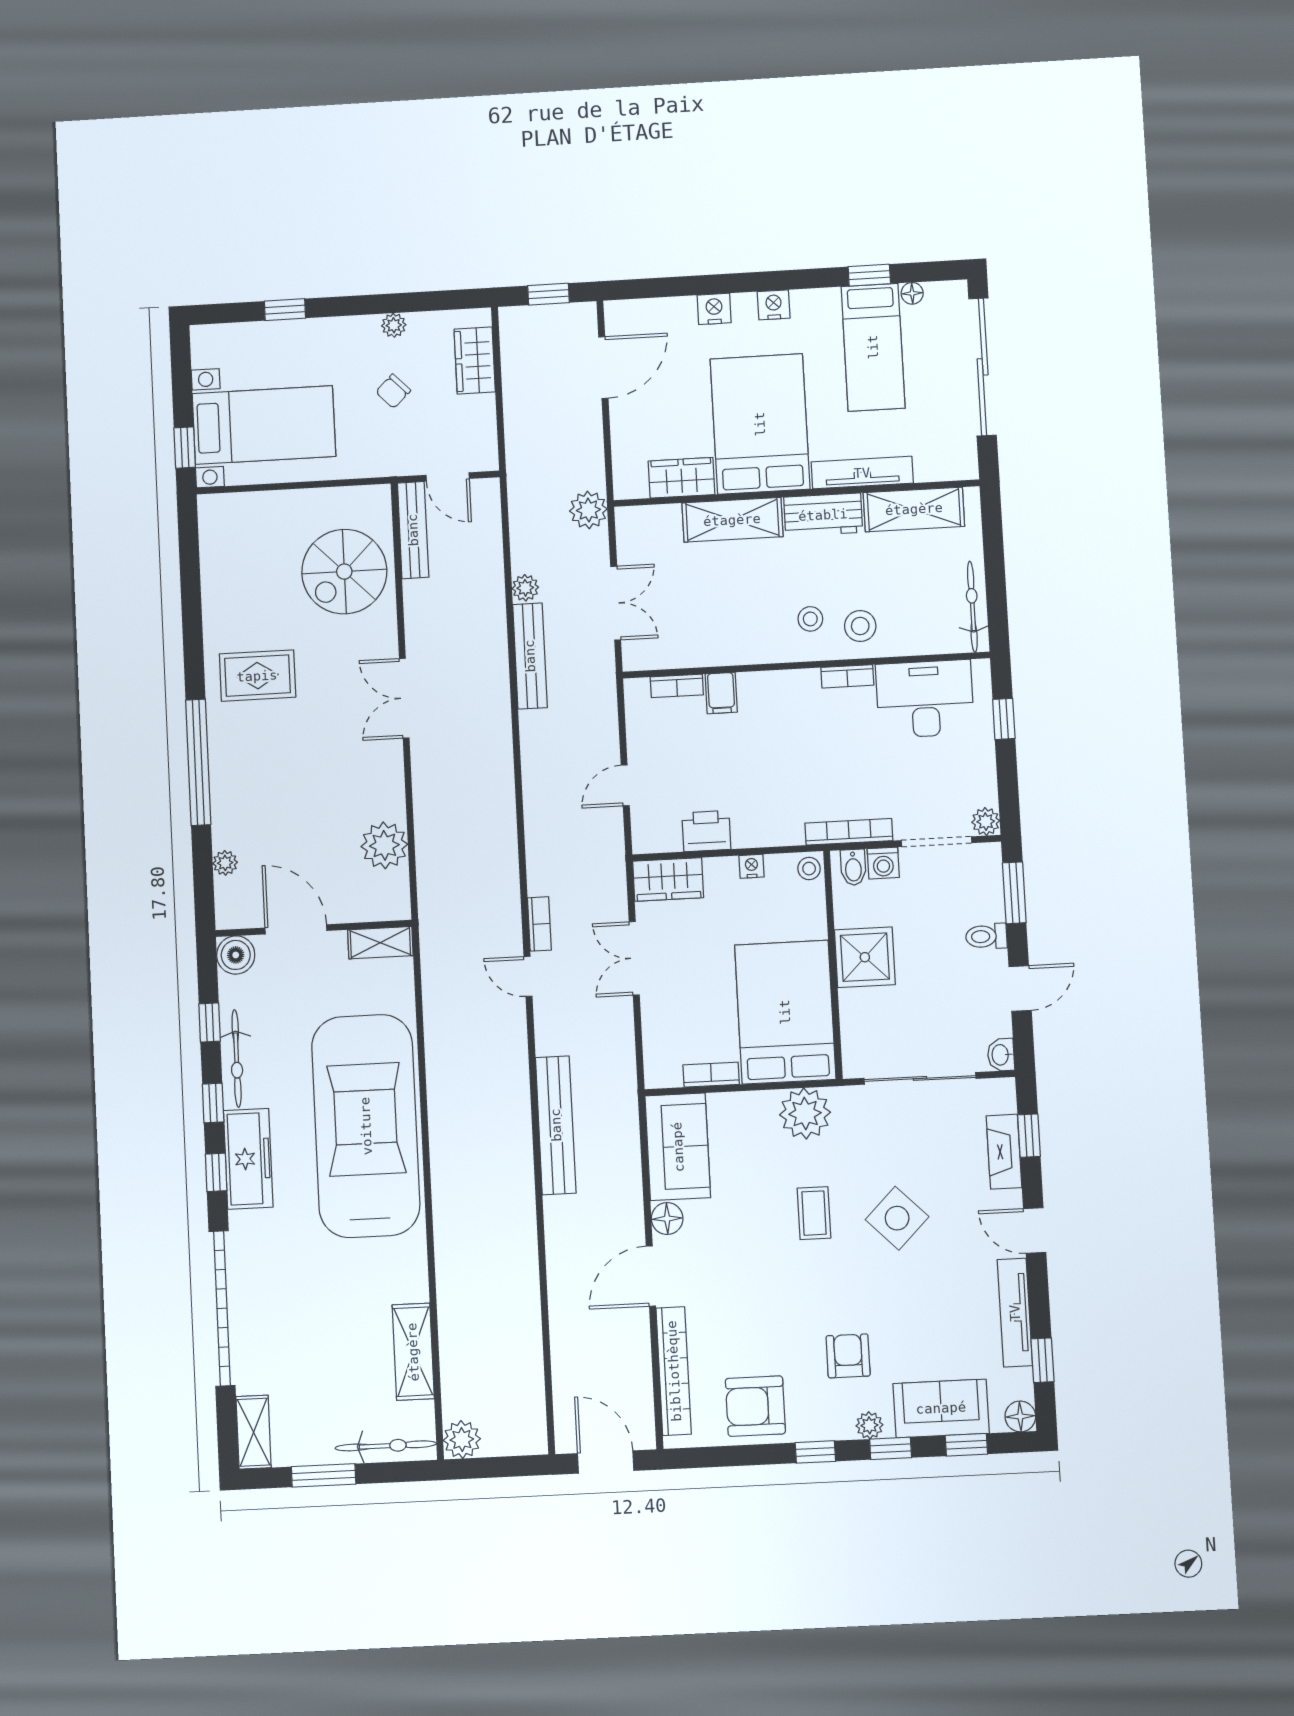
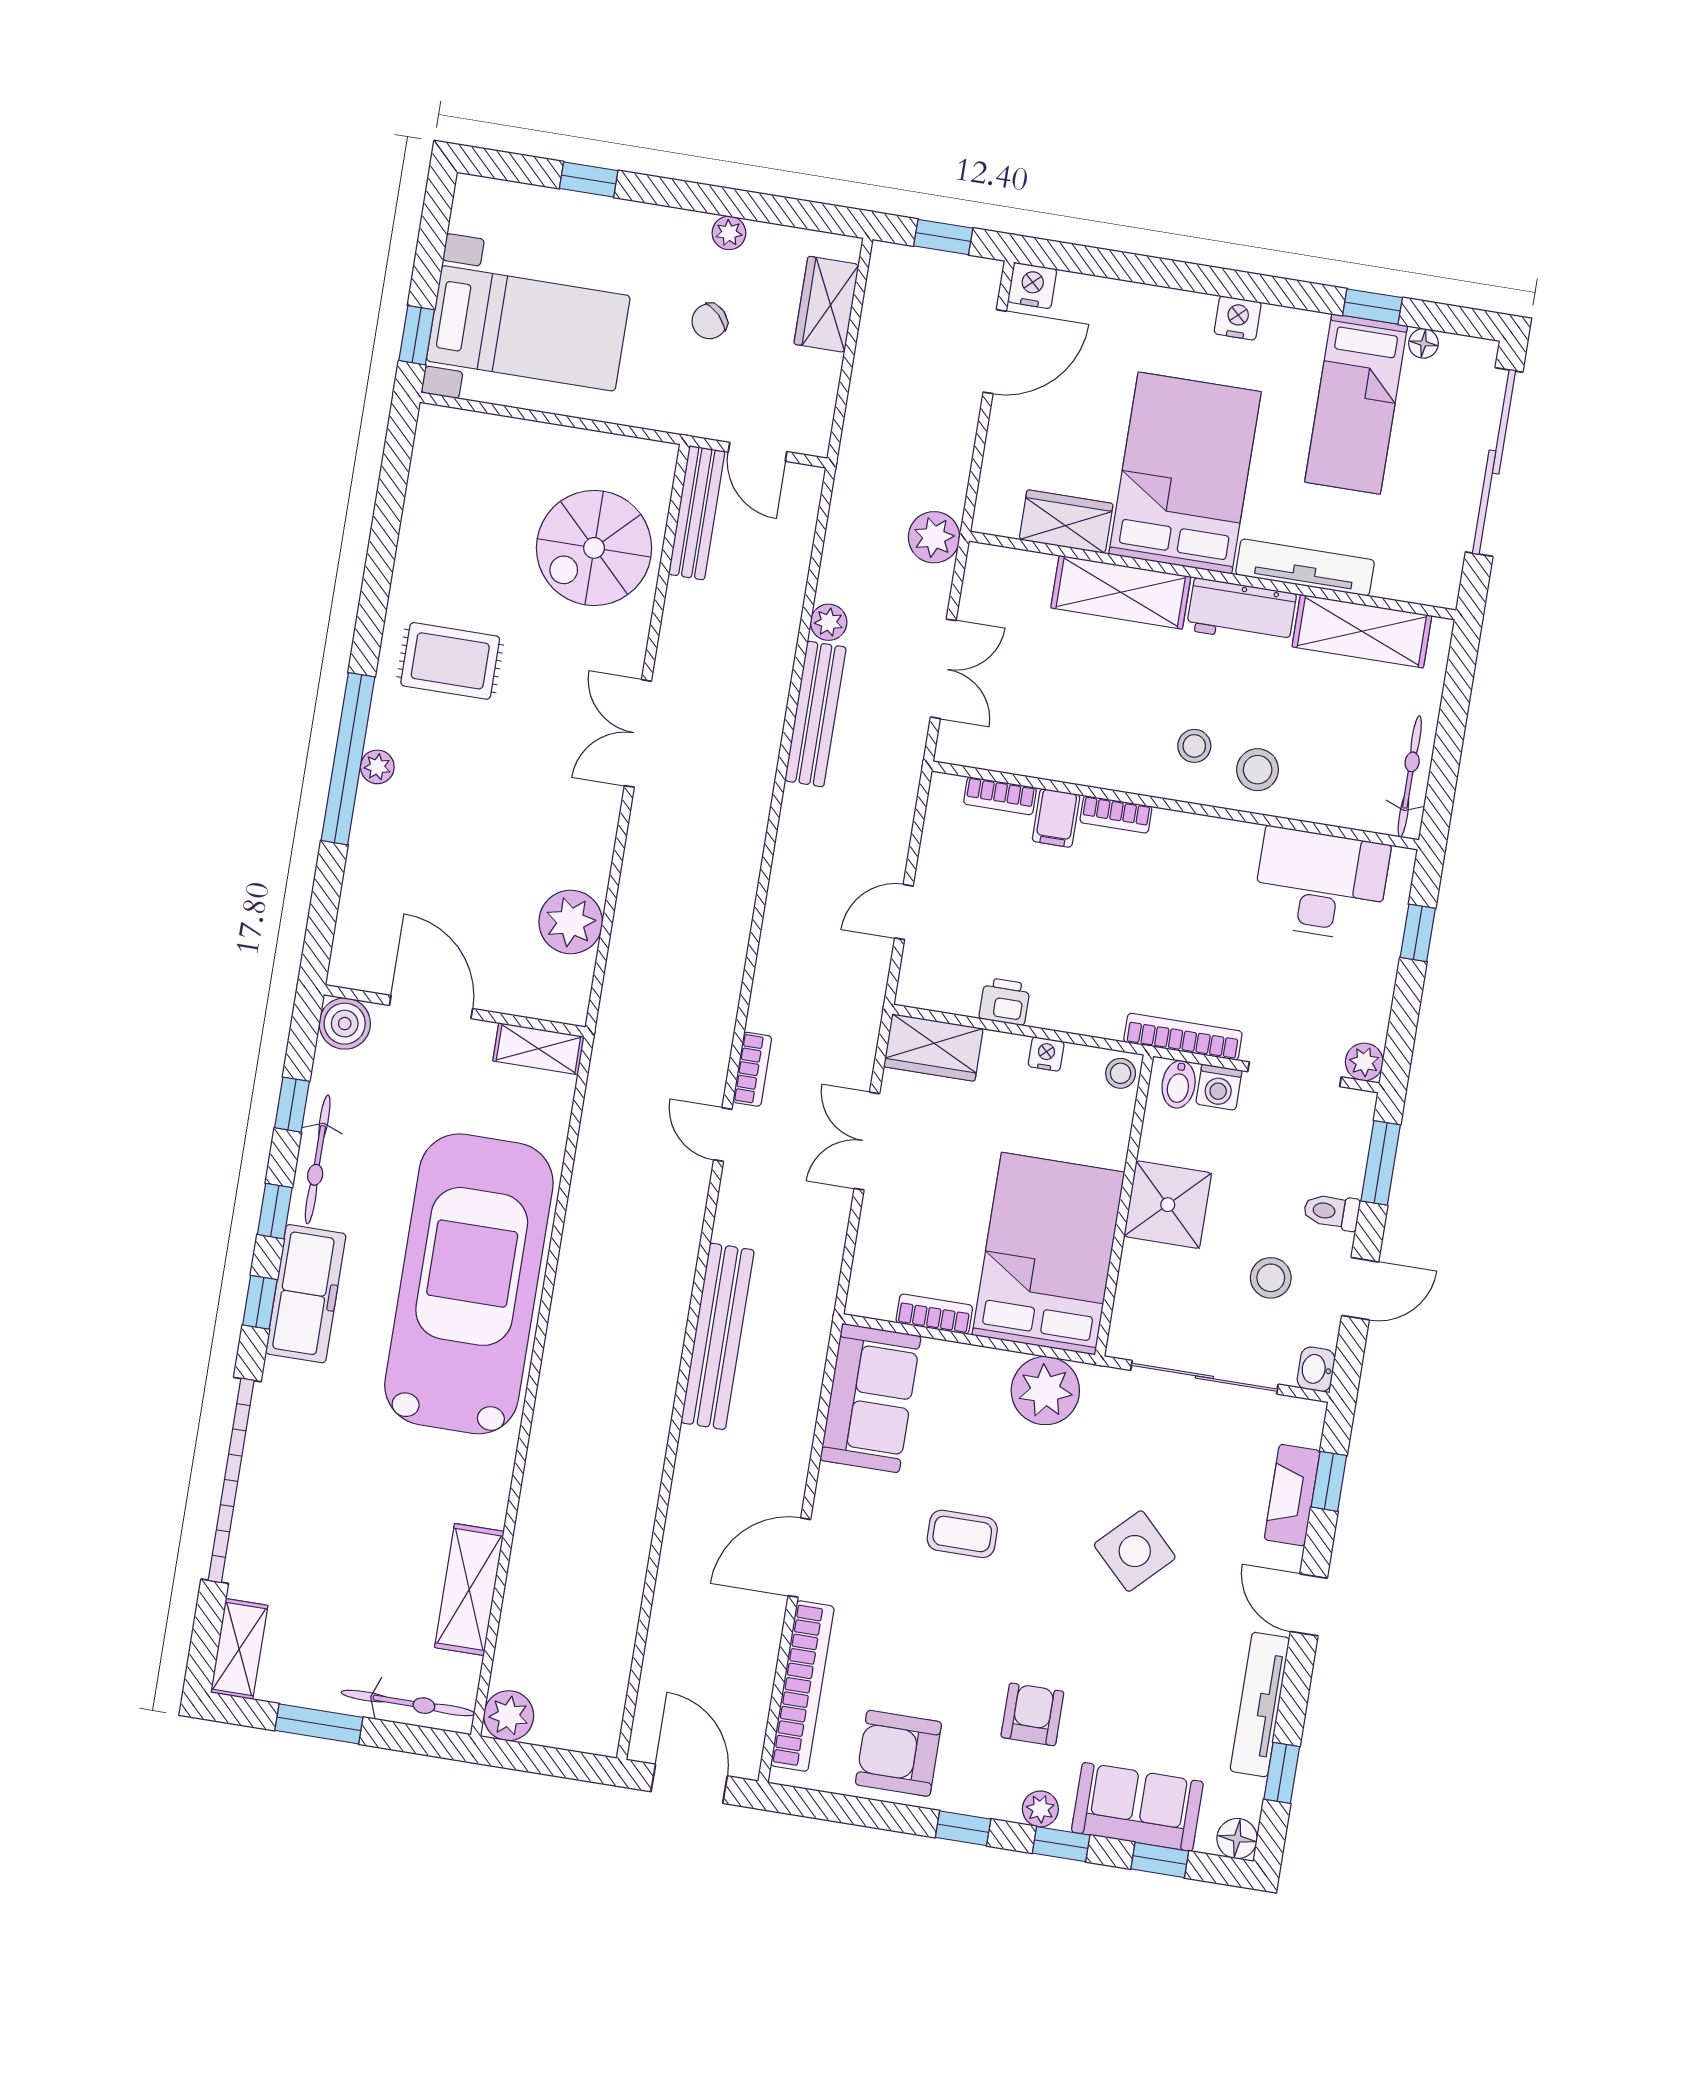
nightstand: (714, 309) -> (1032, 285), moved
bookcase: (847, 676) -> (1116, 814), moved
printer: (706, 831) -> (1005, 1001), width x0.73, depth x0.81
plant: (225, 863) -> (377, 767), moved
stool: (952, 995) -> (1271, 1278), added
coffee table: (814, 1213) -> (962, 1534), moved, turned 90
floor lamp: (667, 1219) -> (836, 1488), removed

